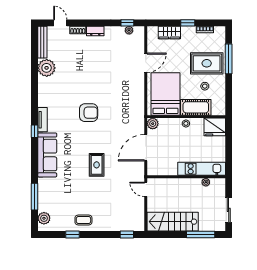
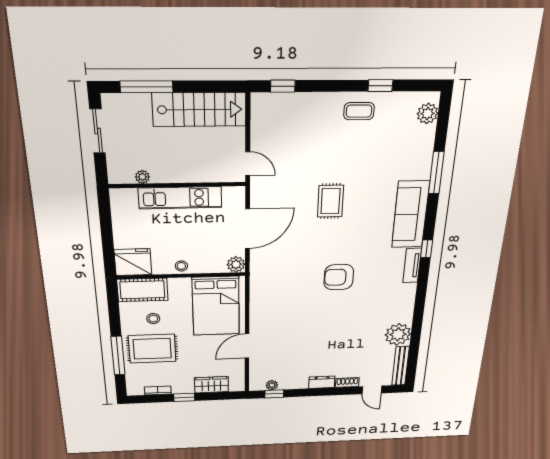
cot: (196, 107) -> (142, 290), moved
kitchen unit: (202, 169) -> (180, 198), moved
window: (35, 197) -> (436, 173), moved

